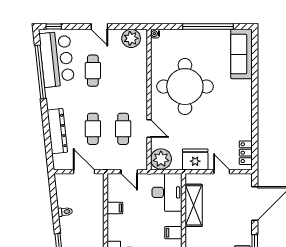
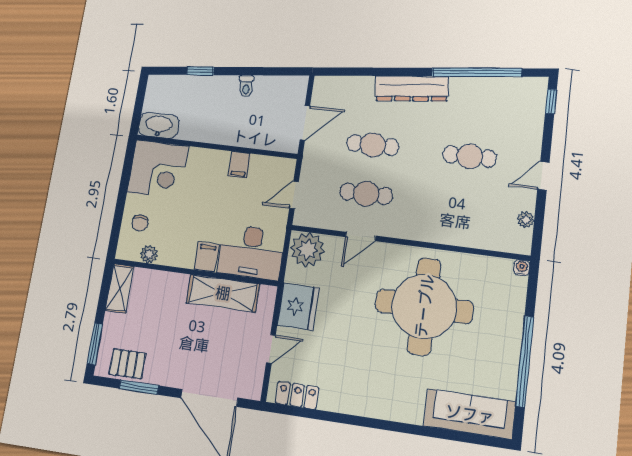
plant: (131, 38) -> (526, 220), width x0.53, depth x0.53
bar counter: (57, 59) -> (496, 101), removed
dresser: (57, 131) -> (412, 89), moved
filing cabinet: (173, 233) -> (207, 257), moved

